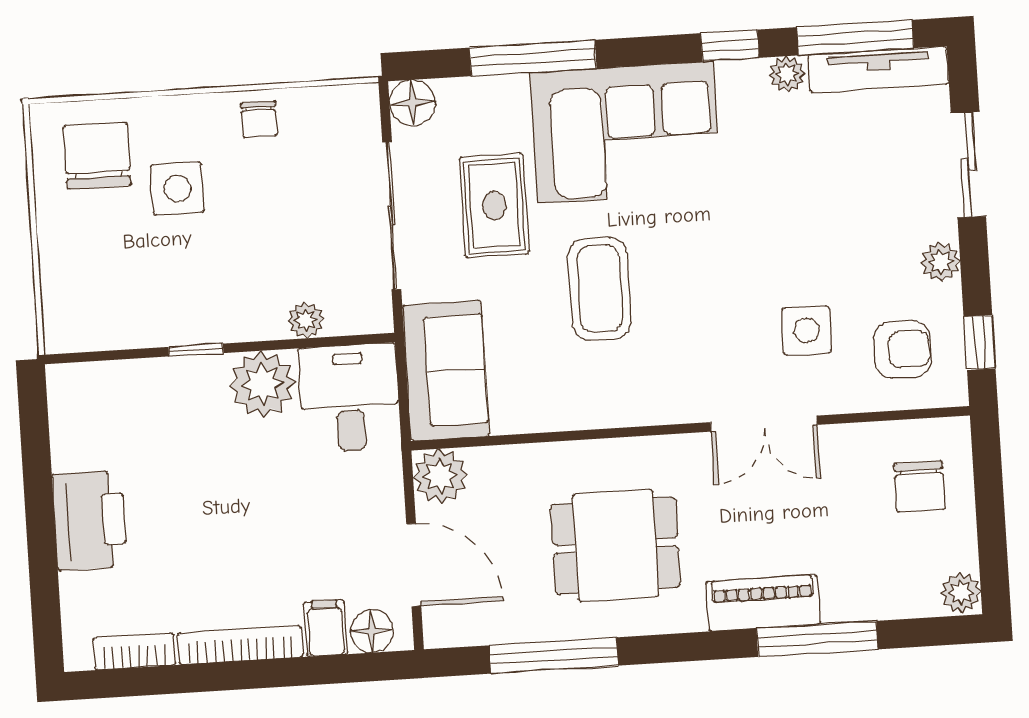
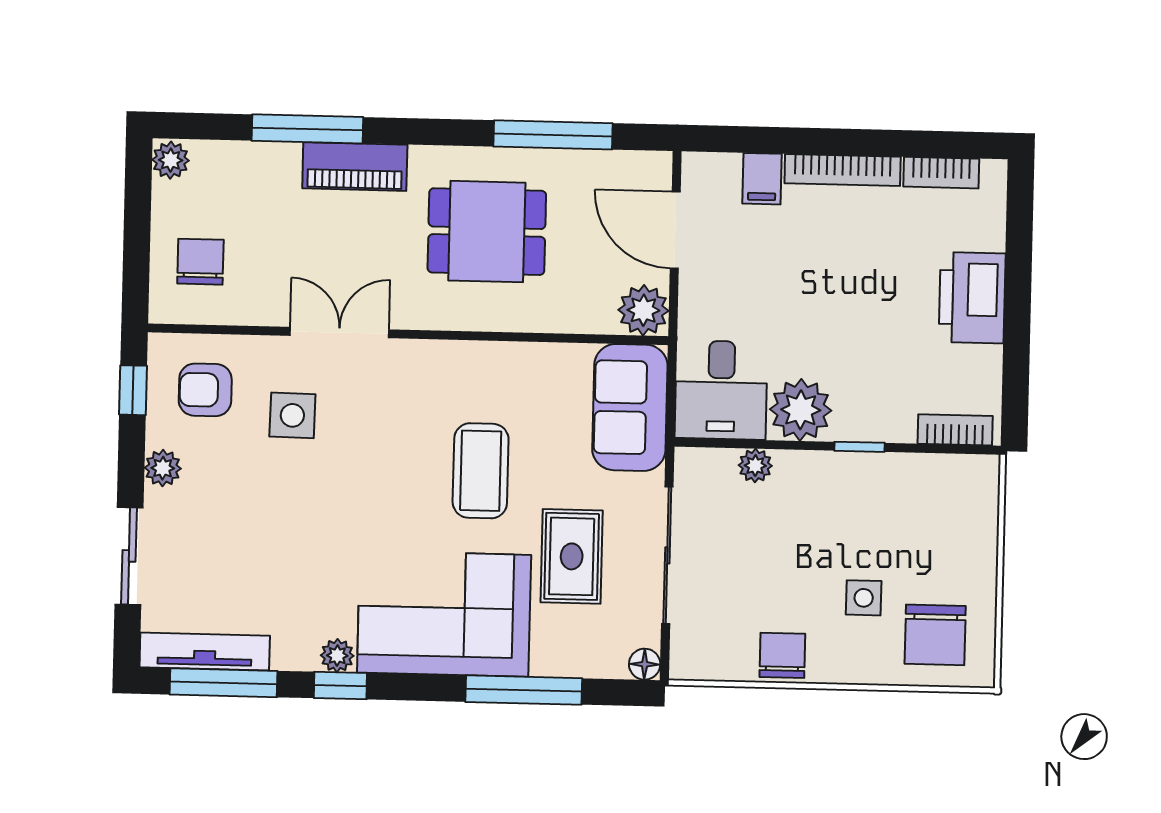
plant: (787, 74) -> (337, 656), moved
floor lamp: (412, 103) -> (645, 664), width x0.73, depth x0.73
chair: (259, 119) -> (782, 655), width x1.37, depth x1.37
side table: (177, 189) -> (864, 598), width x0.73, depth x0.73
bookcase: (95, 377) -> (955, 430), added
floor lamp: (372, 631) -> (719, 172), removed

